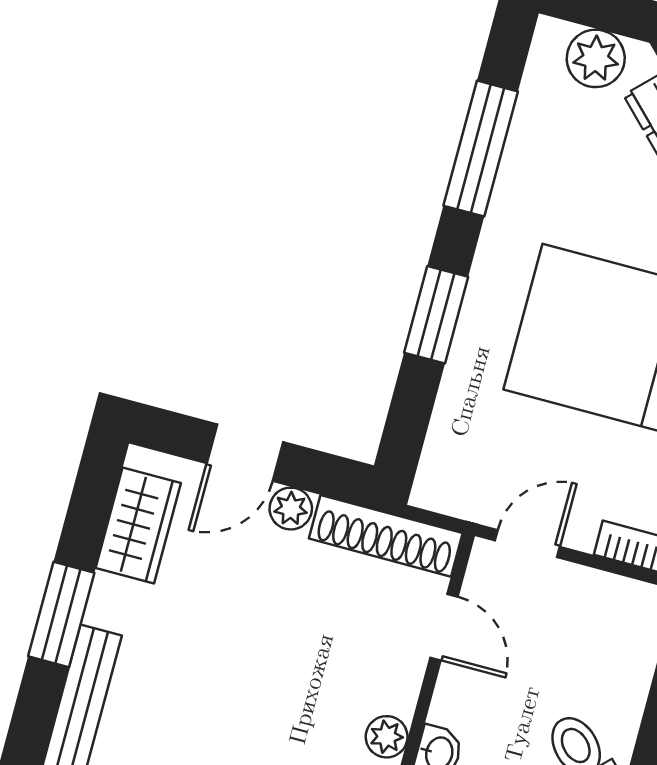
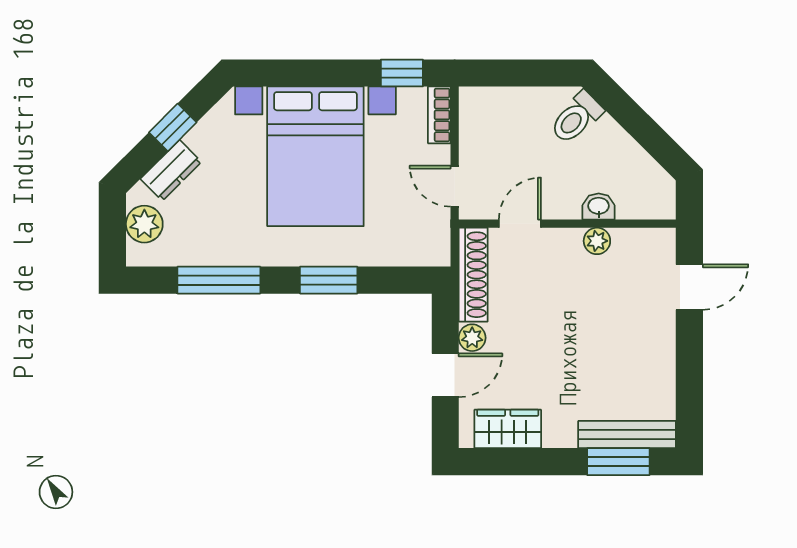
door: (245, 453) -> (445, 375), hinge flipped
window: (61, 615) -> (618, 462), moved

